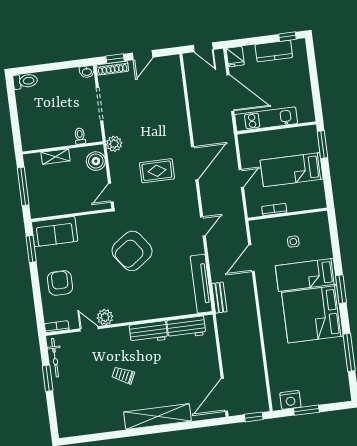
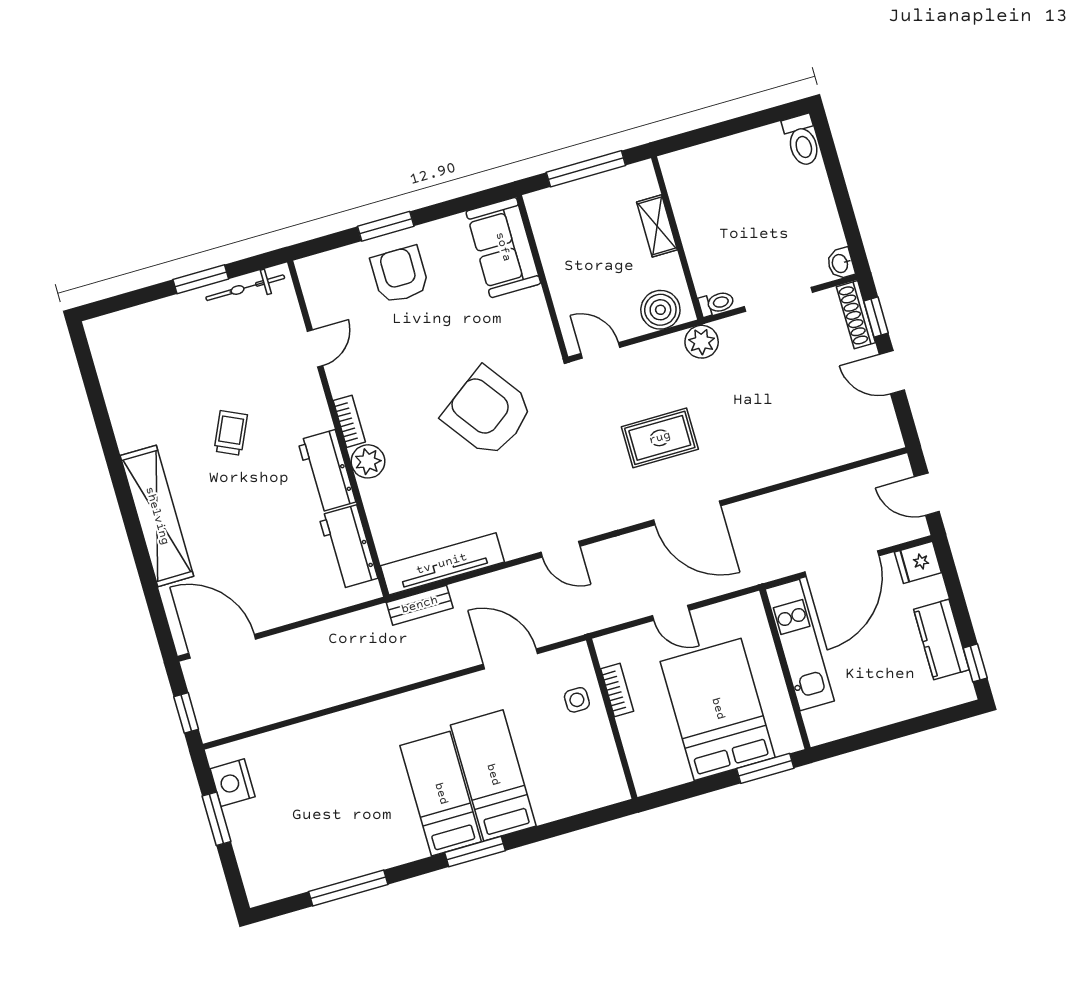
door: (203, 47) -> (927, 494), hinge flipped
toilet: (80, 136) -> (716, 303), moved
bed: (292, 170) -> (718, 709), width x1.50
rug: (157, 171) -> (660, 438), turned 90
side table: (293, 242) -> (577, 700), moved
window: (31, 249) -> (386, 226), moved
armchair: (60, 283) -> (400, 275), turned -90
bed: (312, 314) -> (441, 794), width x0.49
plant: (105, 317) -> (368, 461), moved
bookcase: (57, 327) -> (349, 421), moved

